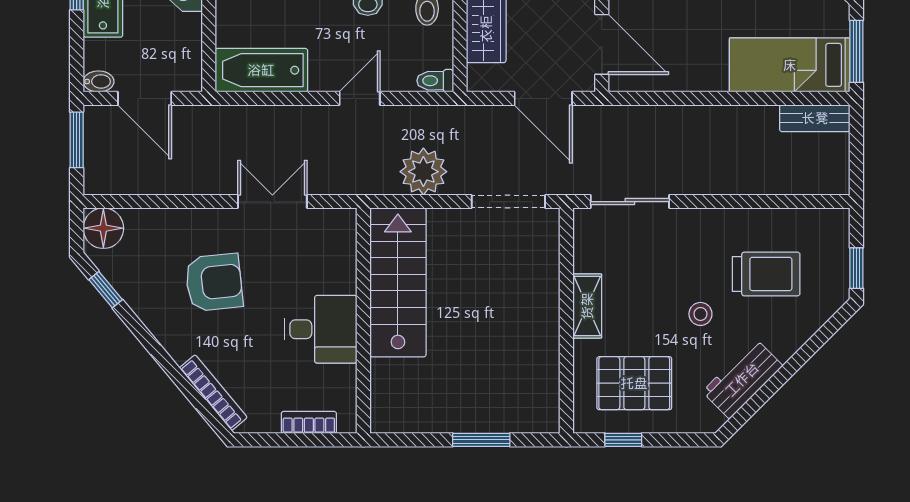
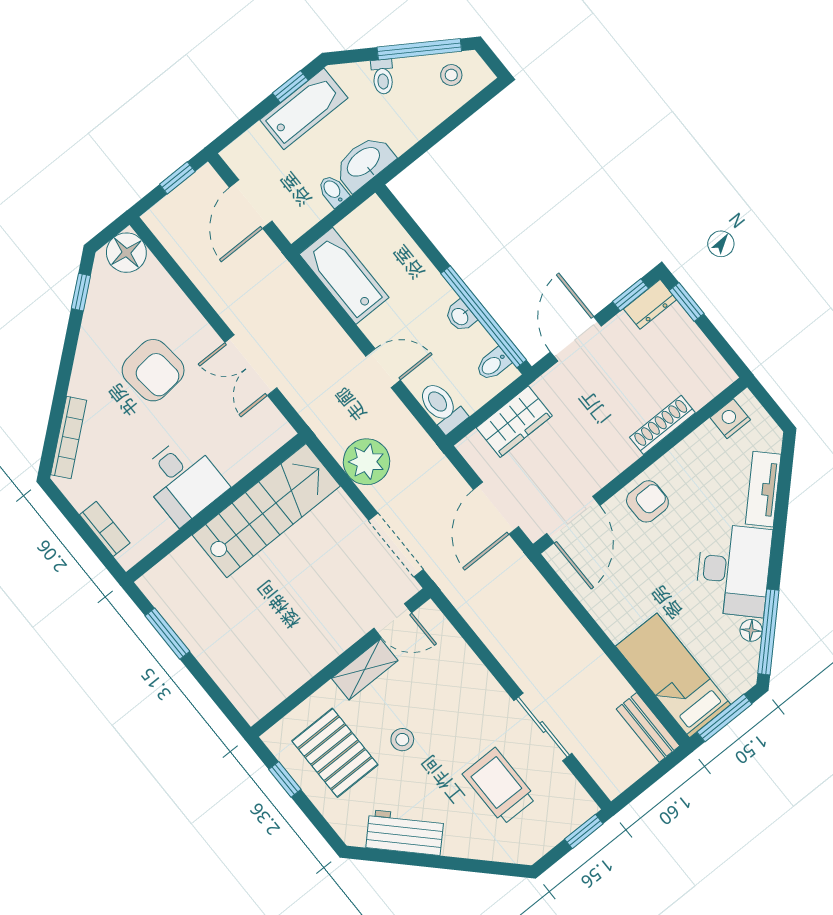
bidet: (99, 81) -> (333, 191), moved, turned 180
toilet: (435, 81) -> (442, 407), width x1.37, depth x1.39
window: (77, 140) -> (177, 178), width x0.67
double door: (272, 202) -> (251, 365), swing flipped
sliding door: (630, 202) -> (543, 727), moved
door: (566, 253) -> (393, 621), added
window: (856, 268) -> (584, 831), moved
trolley: (766, 274) -> (499, 786), turned 180
stool: (700, 314) -> (402, 740), moved
window: (481, 440) -> (167, 634), moved

